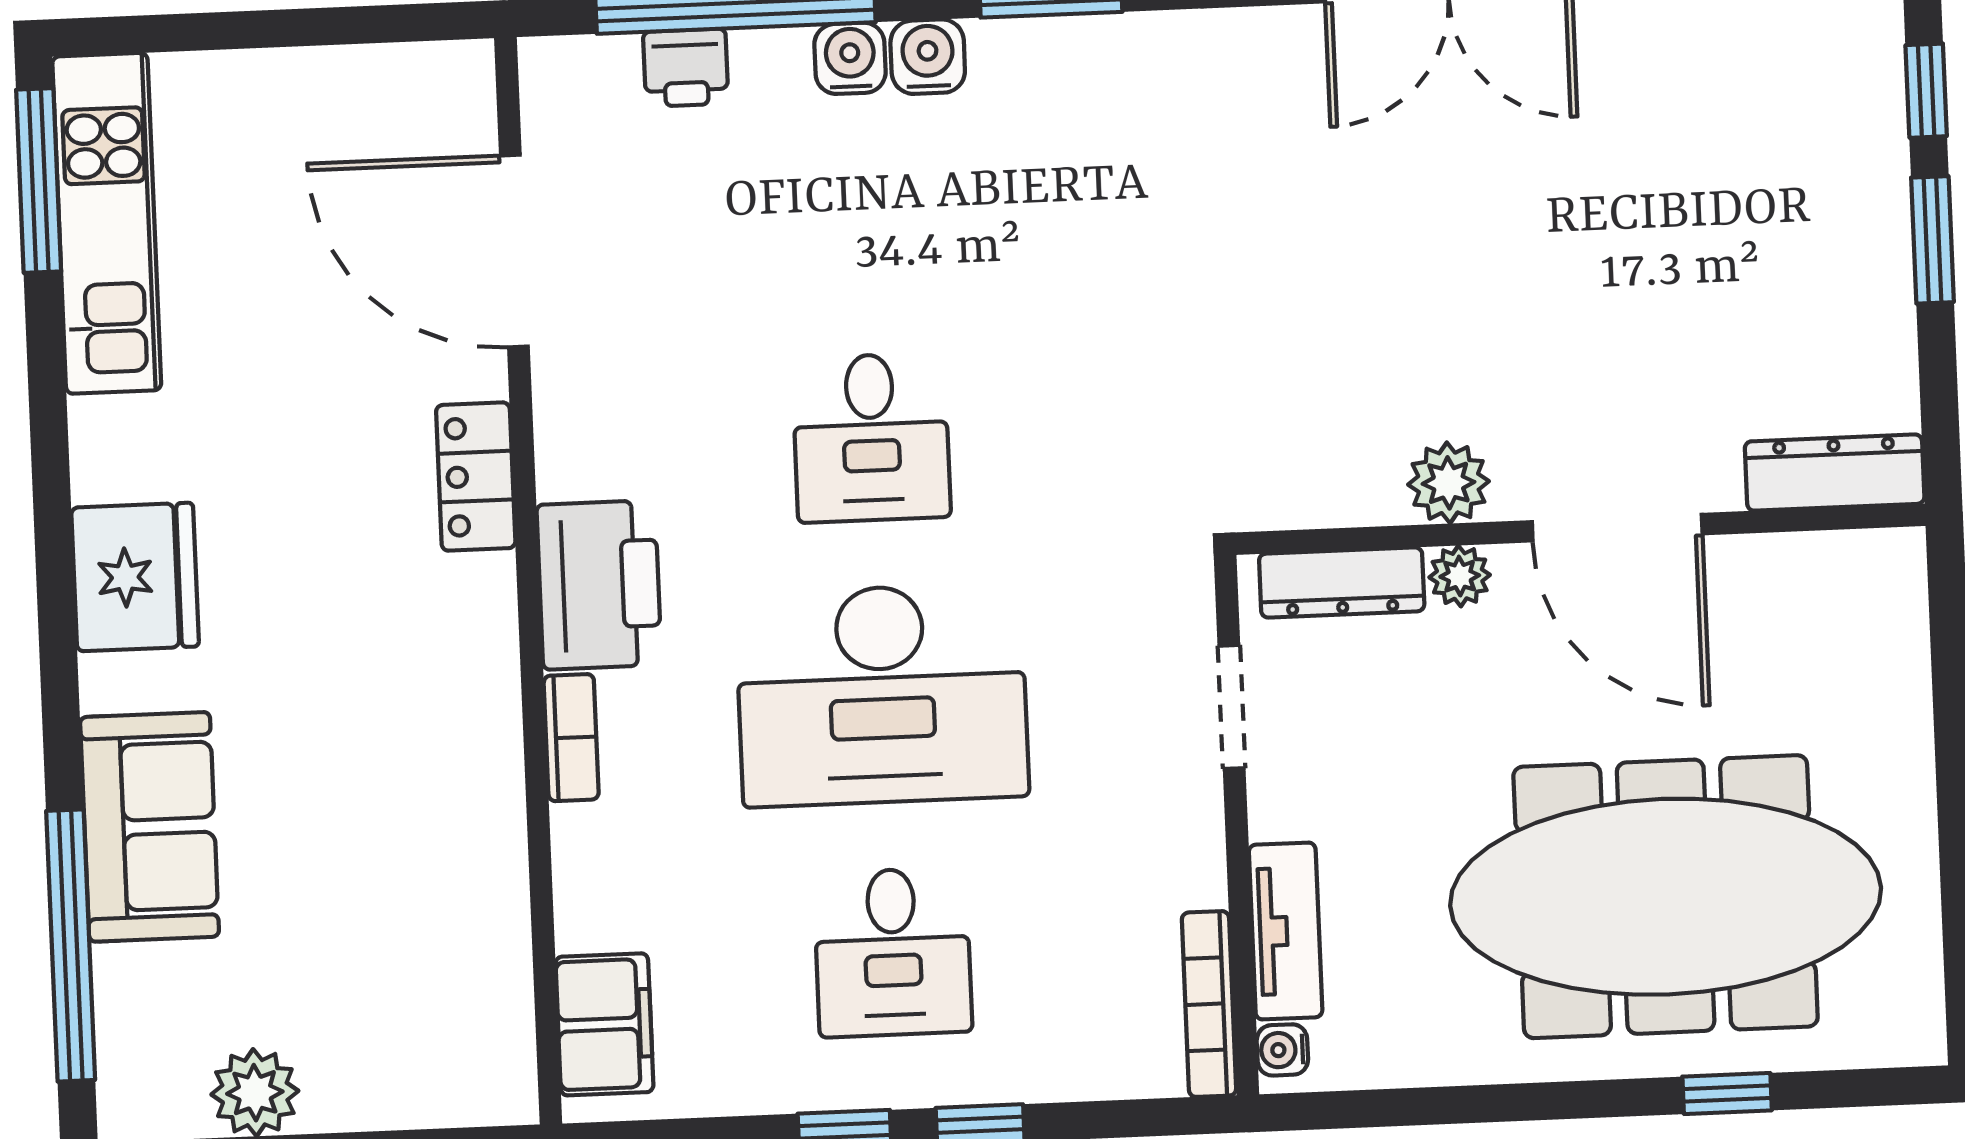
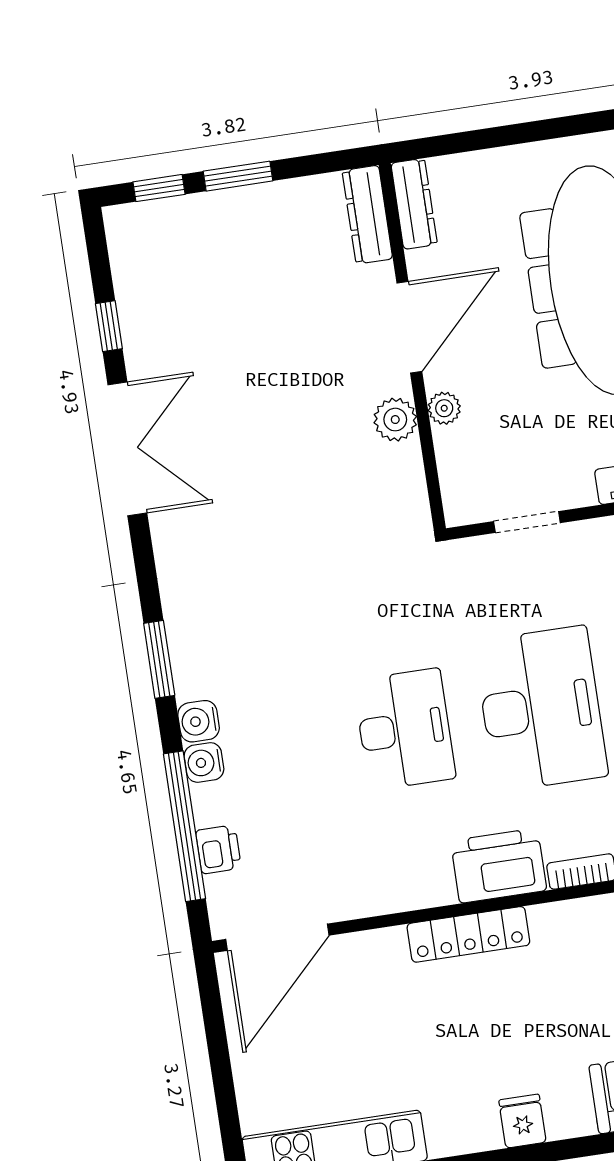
door: (514, 251) -> (277, 937), moved
desk: (871, 438) -> (405, 729), width x1.37
locker: (476, 477) -> (468, 934), width x1.53
fridge: (135, 577) -> (522, 1121), width x0.53, depth x0.75
dresser: (1342, 582) -> (414, 204), moved

